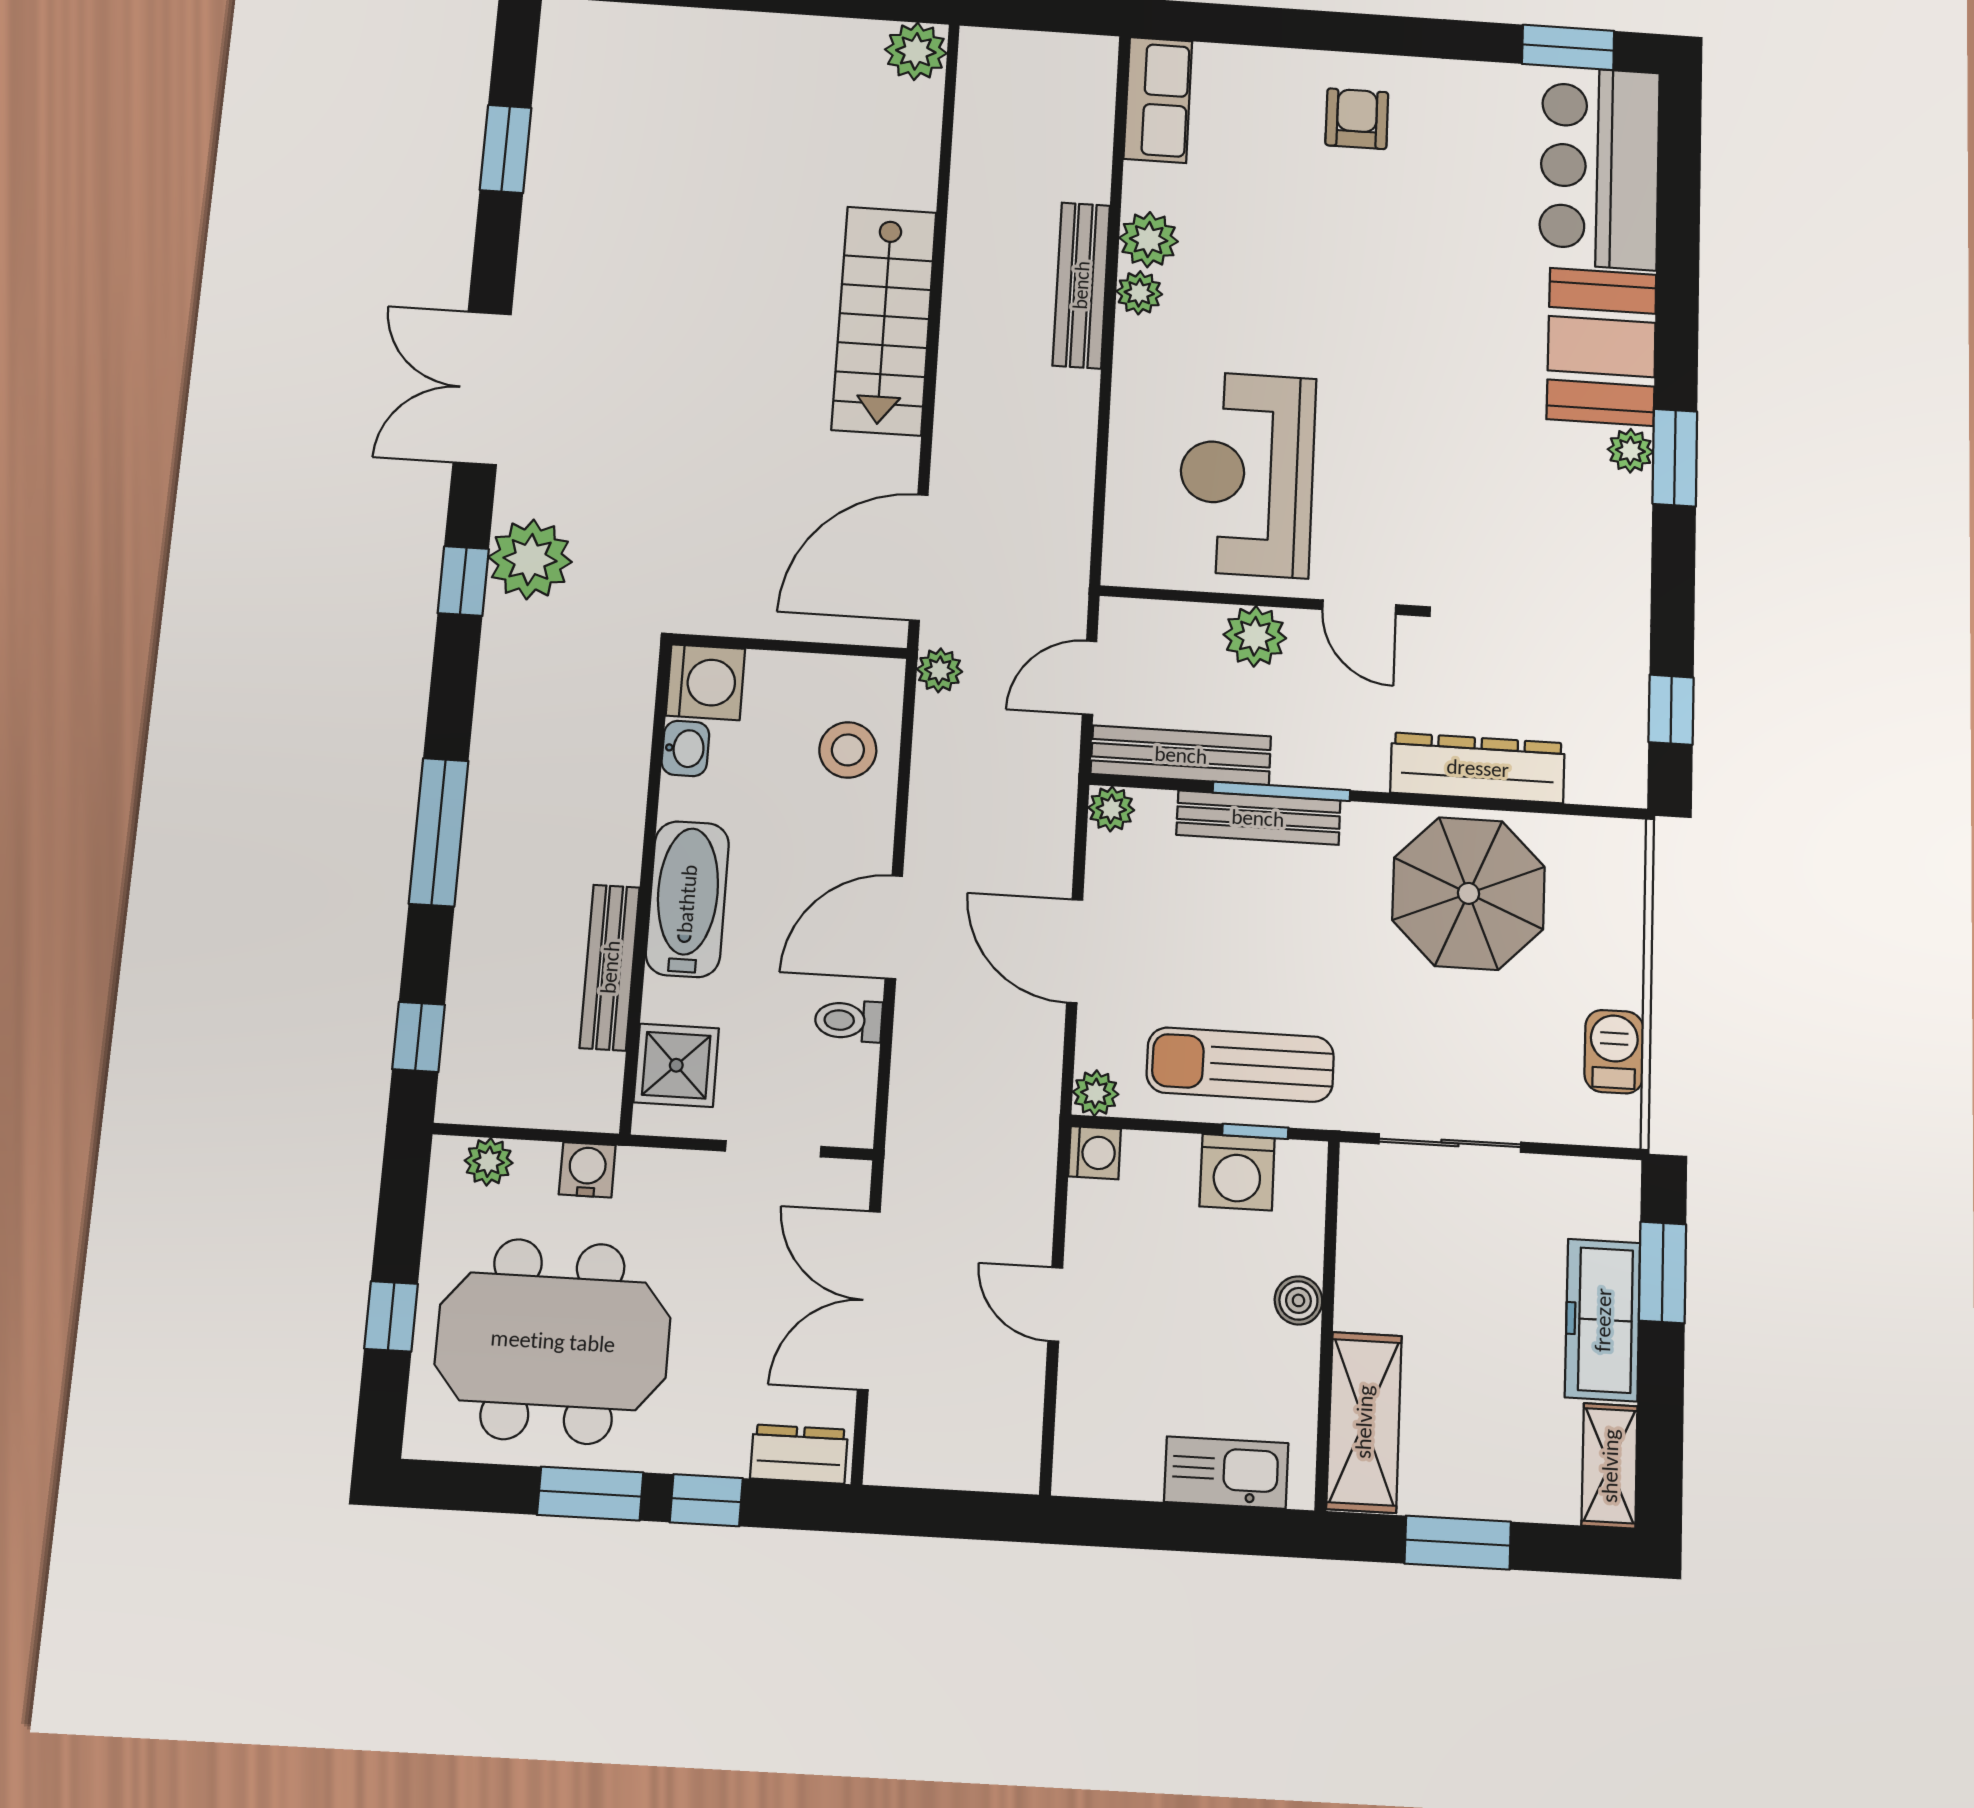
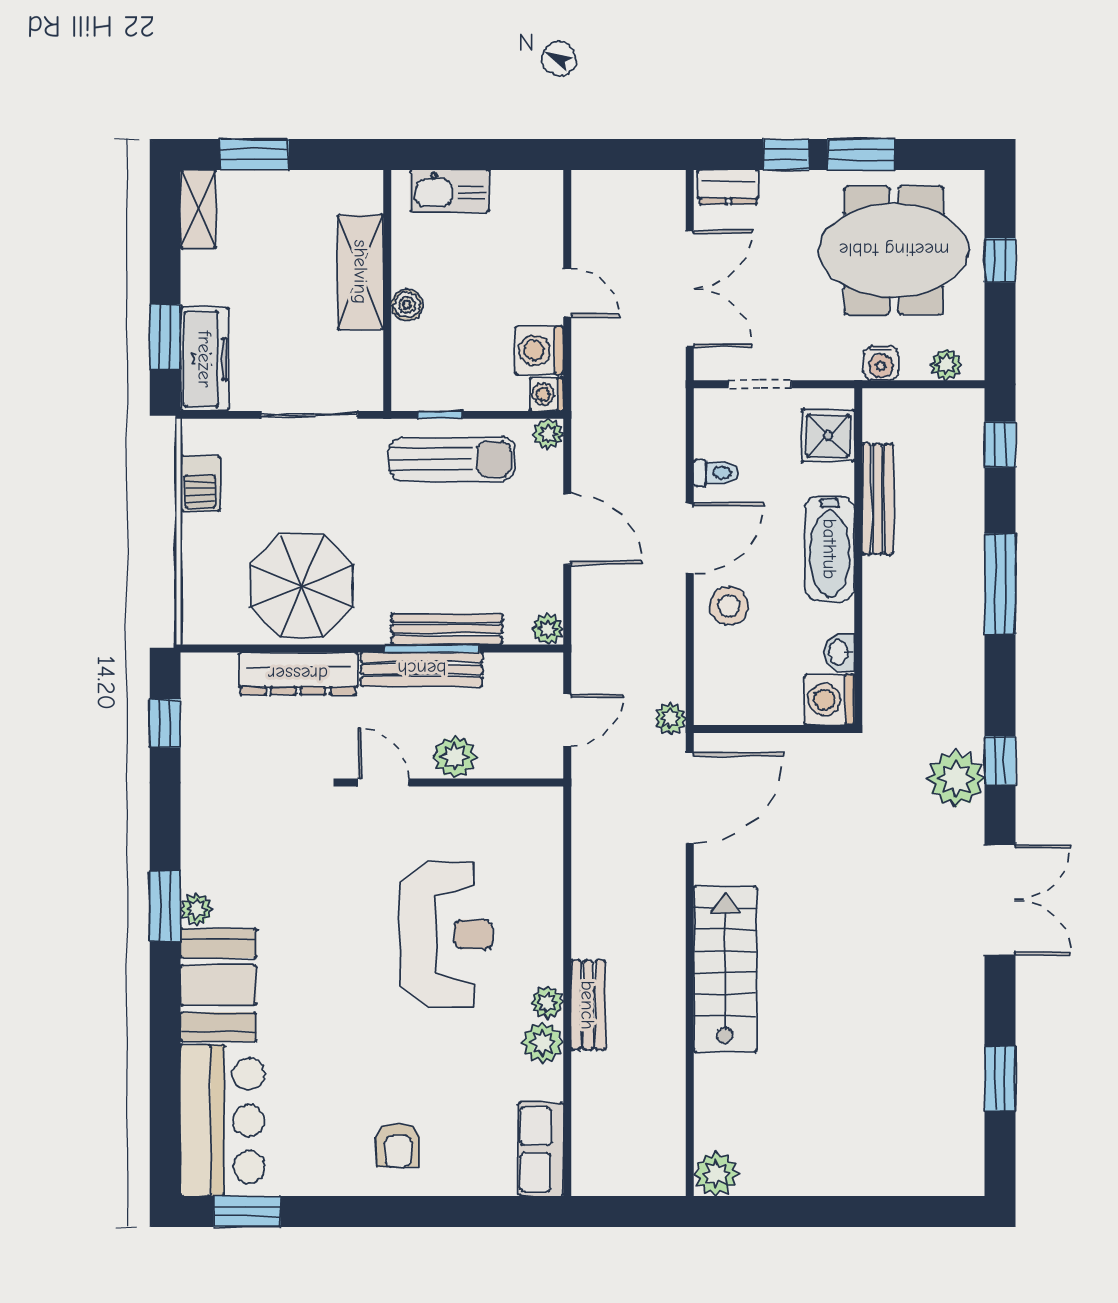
bench: (1081, 285) -> (588, 1005), width x0.73
reception desk: (1247, 474) -> (446, 935), moved
stool: (848, 750) -> (729, 606), moved
bench: (1181, 755) -> (422, 669), moved
washing machine: (1237, 1172) -> (539, 350), moved, turned -90
freezer: (1603, 1320) -> (205, 359), moved
shelving: (1364, 1422) -> (361, 272), moved
window: (1458, 1543) -> (254, 154), moved

